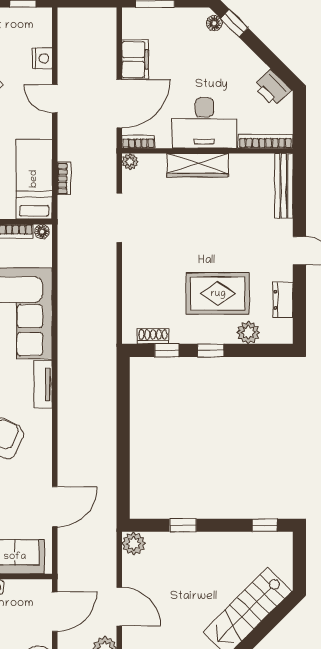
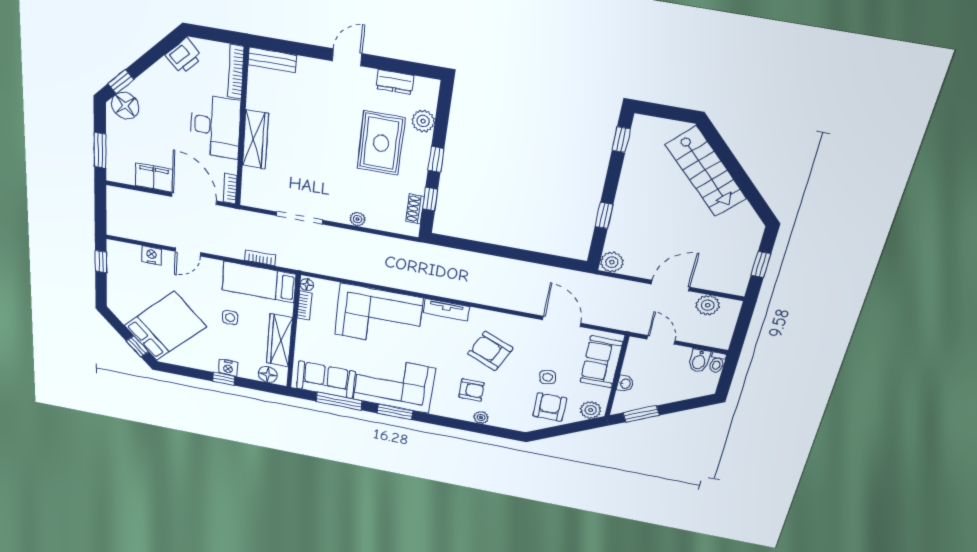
floor lamp: (214, 23) -> (125, 106), width x1.89, depth x1.89
plant: (130, 162) -> (358, 219), moved
bench: (284, 186) -> (272, 60), width x0.73
door: (55, 612) -> (661, 340), width x0.73

